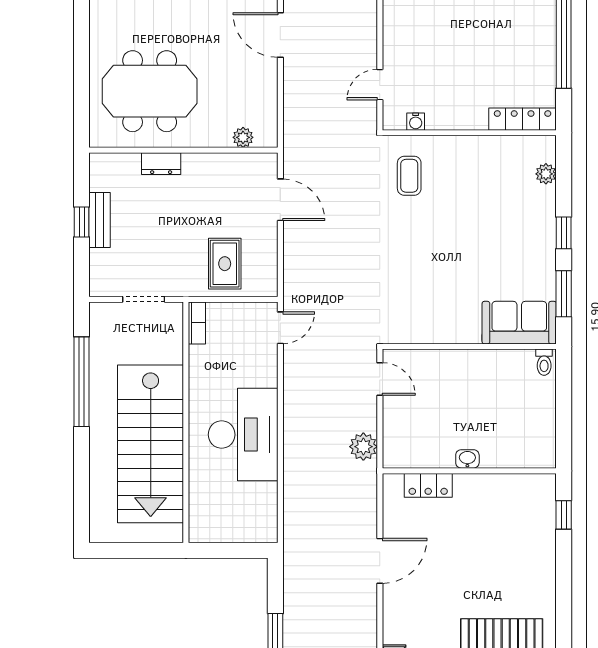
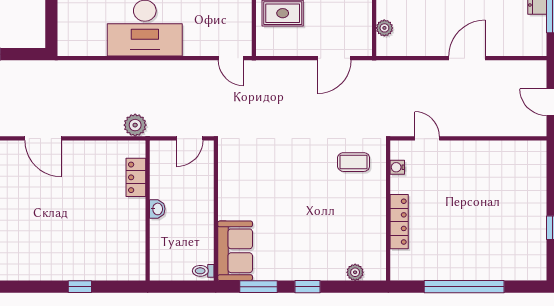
locker: (523, 119) -> (399, 222), moved
washbasin: (467, 459) -> (157, 209), moved
wall: (469, 471) -> (148, 210), moved
locker: (428, 485) -> (136, 177), moved

